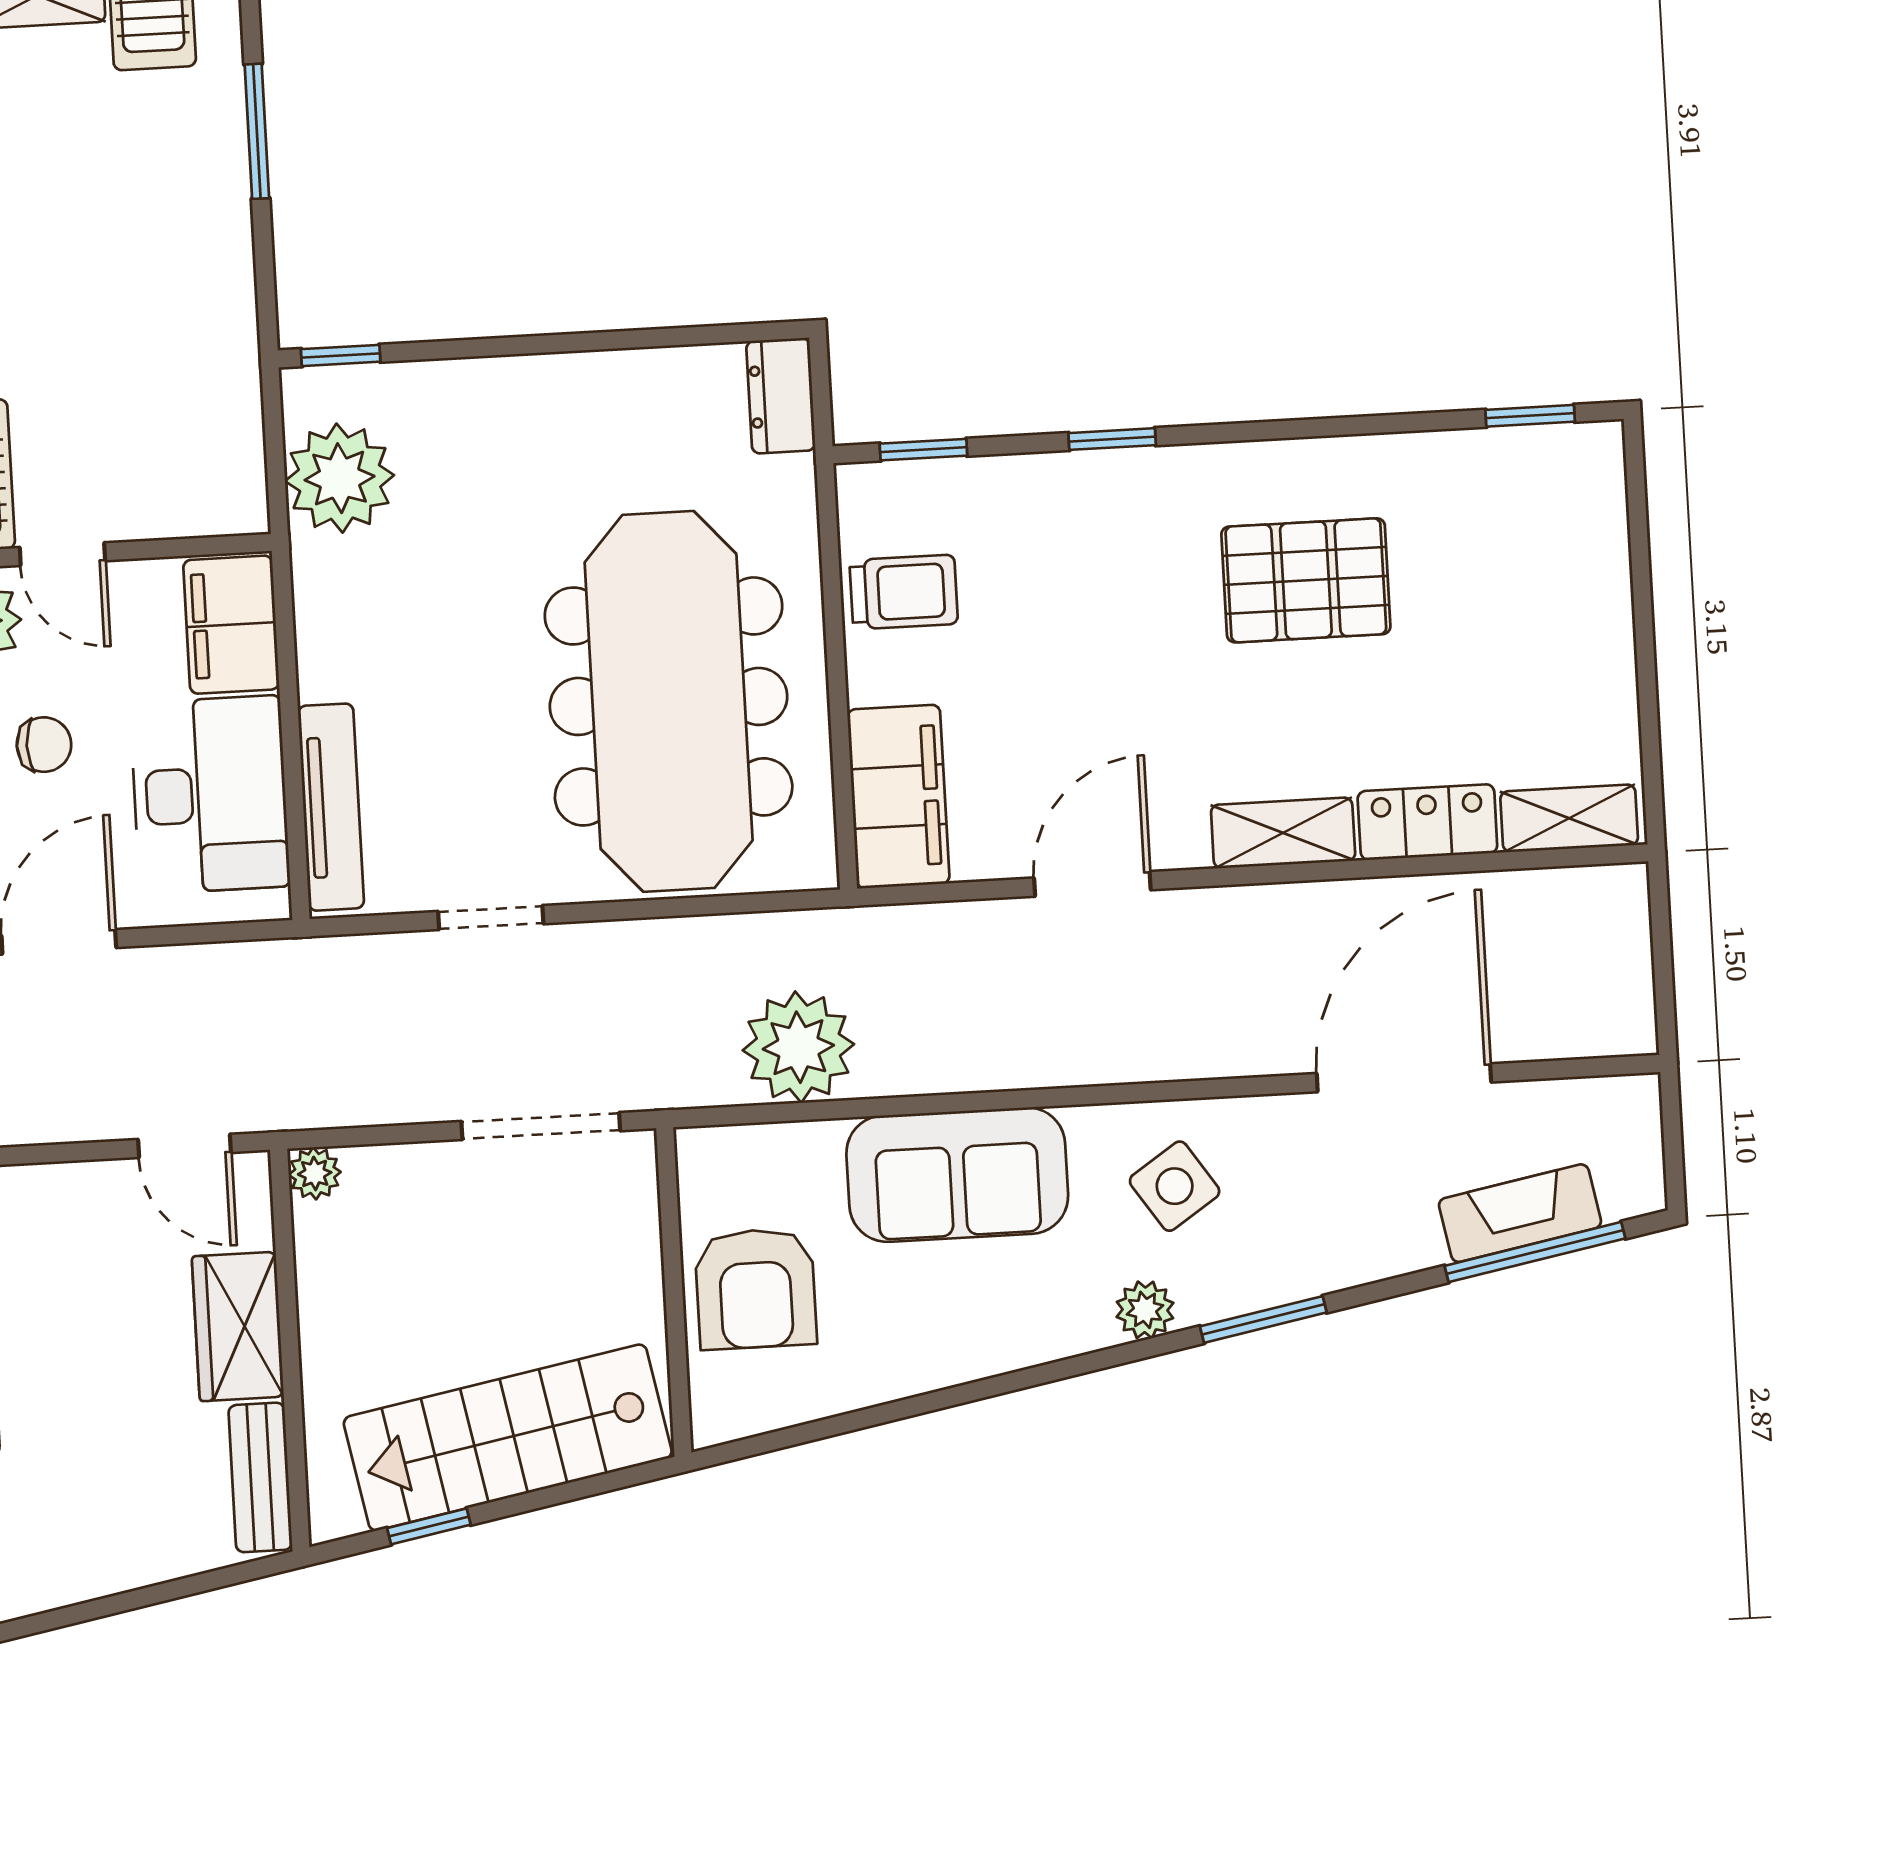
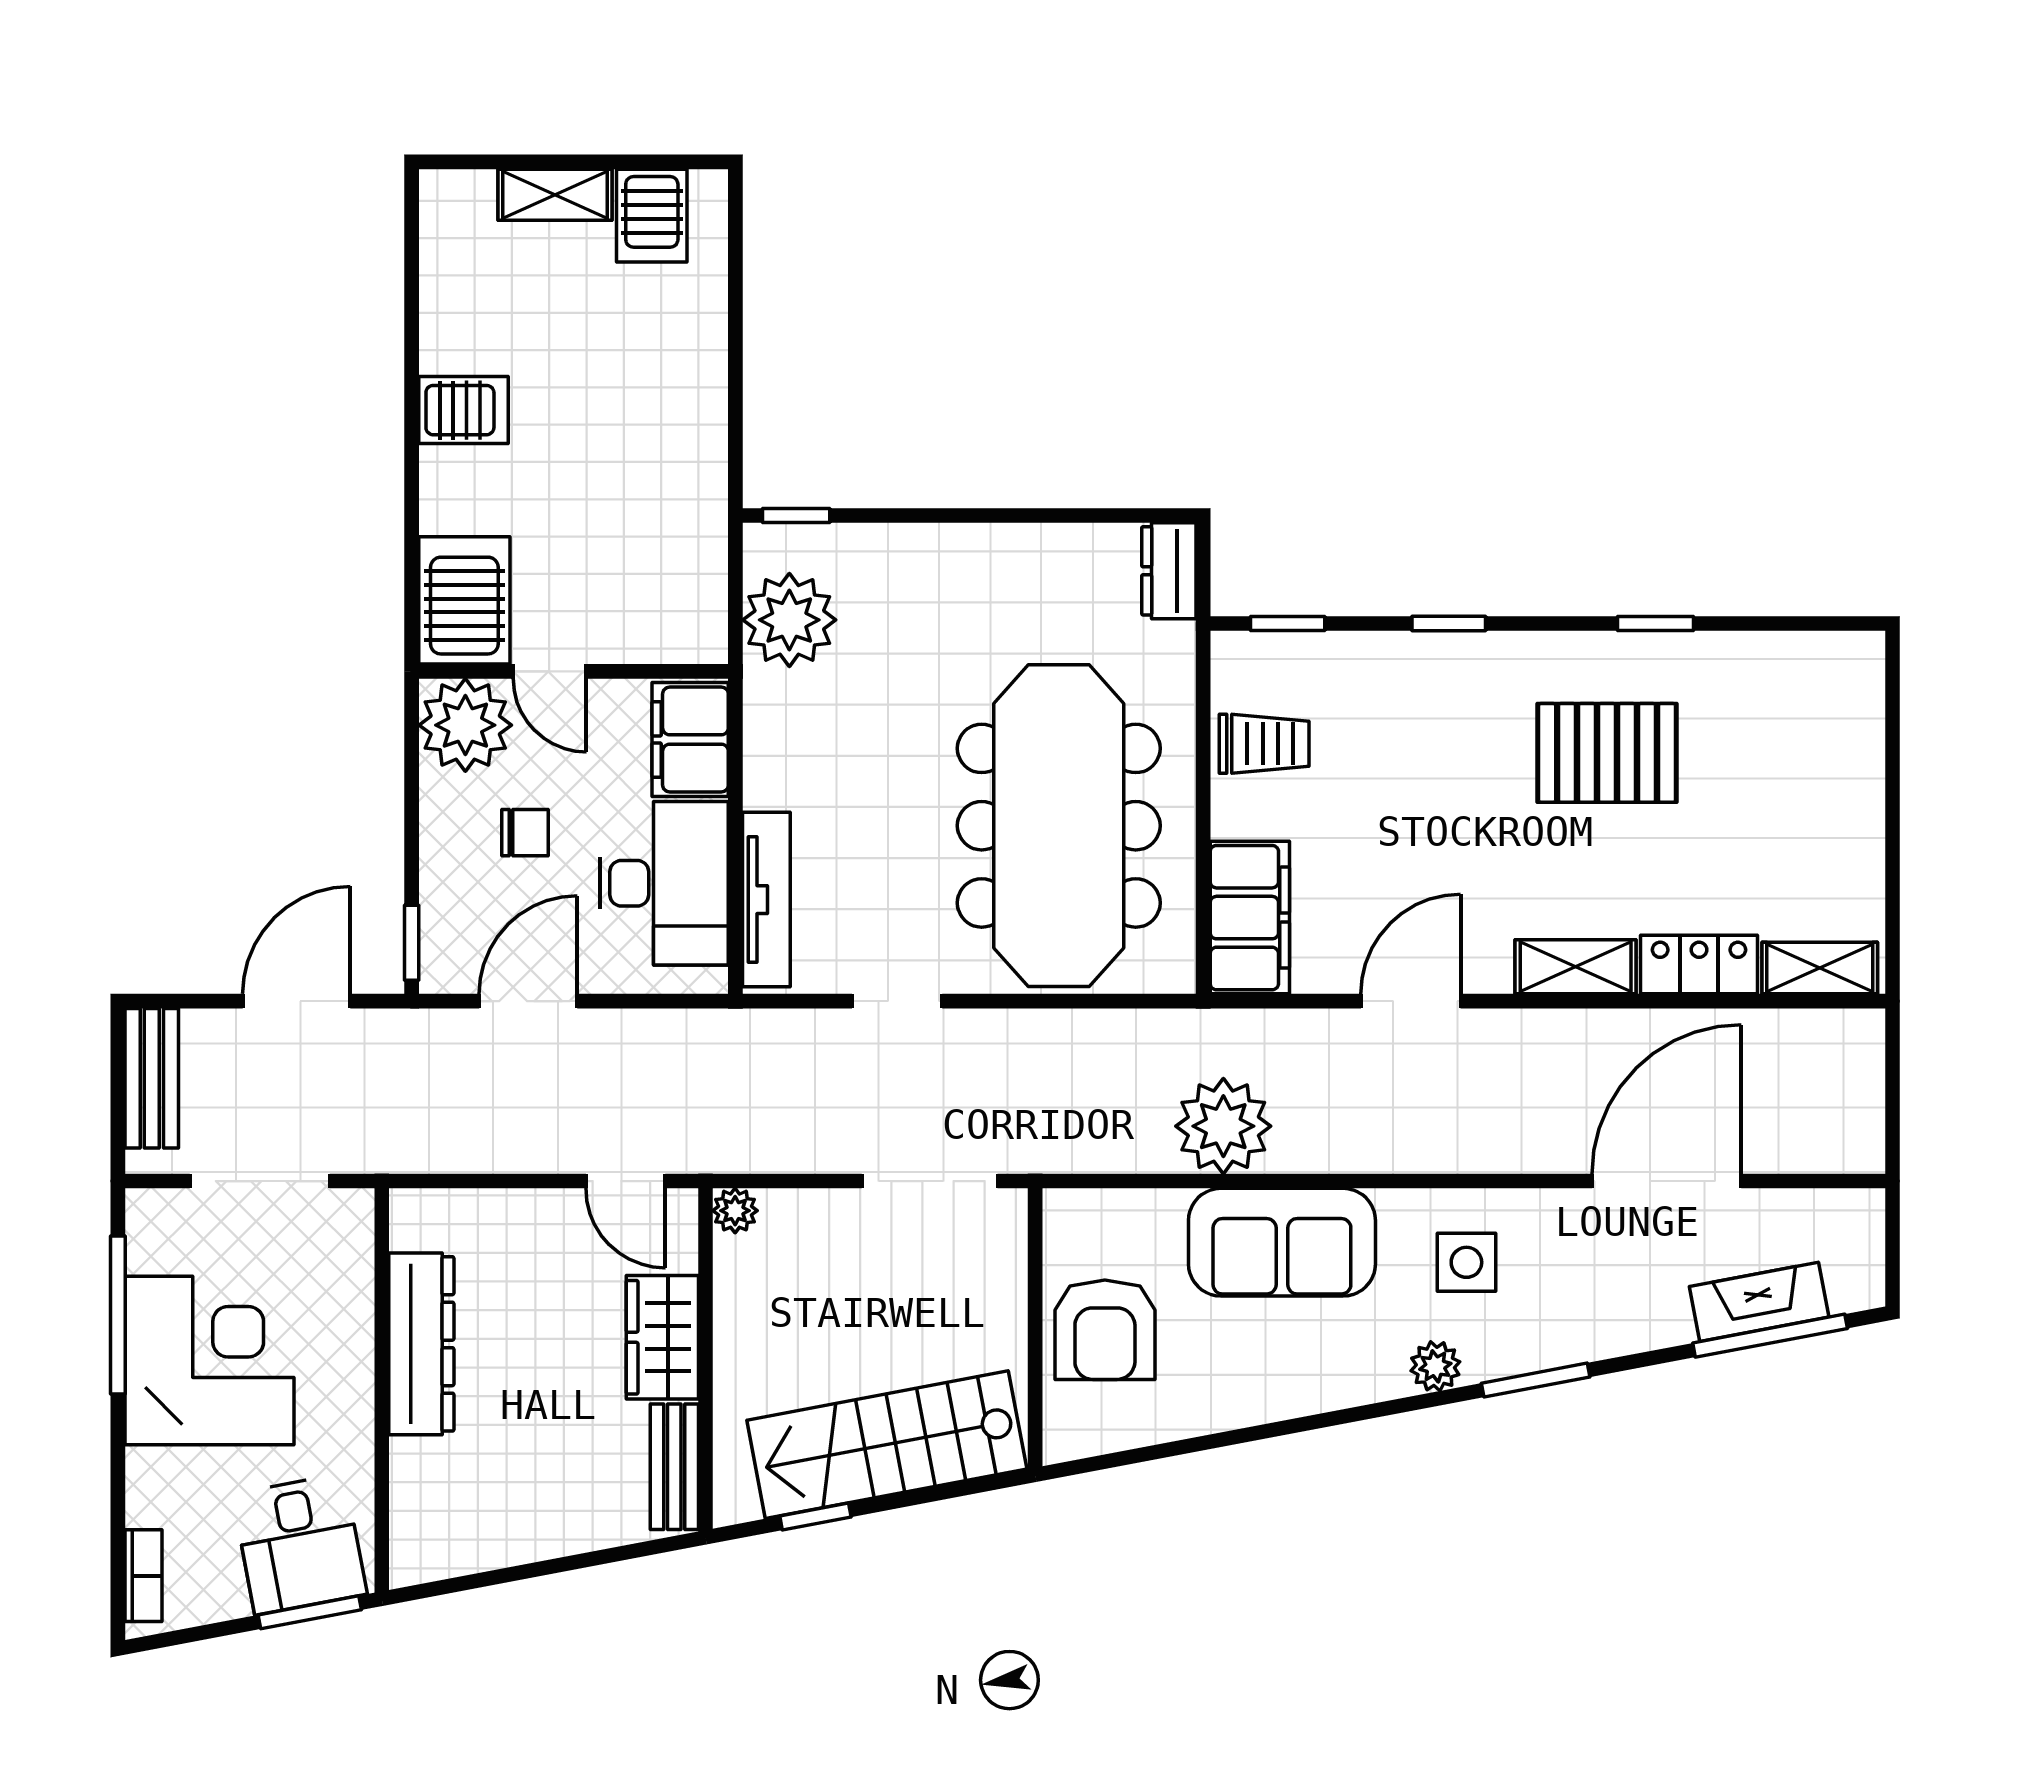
window: (257, 131) -> (735, 321), removed
window: (1530, 416) -> (1656, 623), moved
plant: (798, 1047) -> (1223, 1126), moved
side table: (1175, 1186) -> (1466, 1262), turned 34

